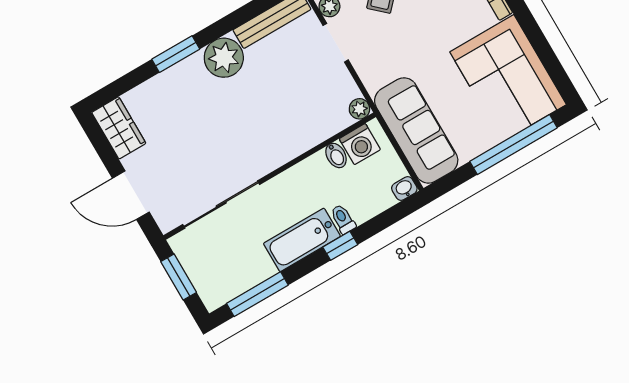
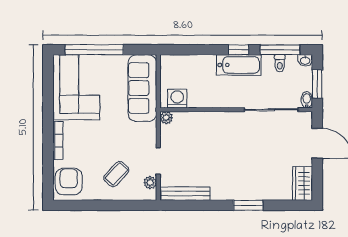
plant: (224, 58) -> (223, 188), removed
bidet: (336, 155) -> (307, 100), moved
washbasin: (404, 188) -> (305, 60), moved
toilet: (343, 219) -> (280, 63), moved
window: (340, 246) -> (238, 50), moved

